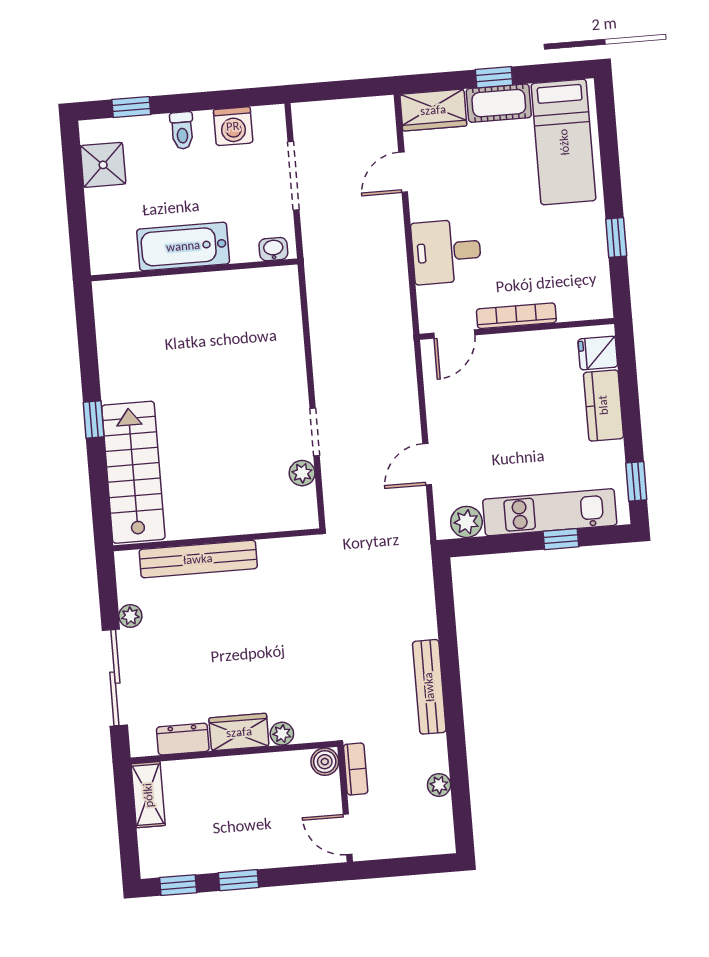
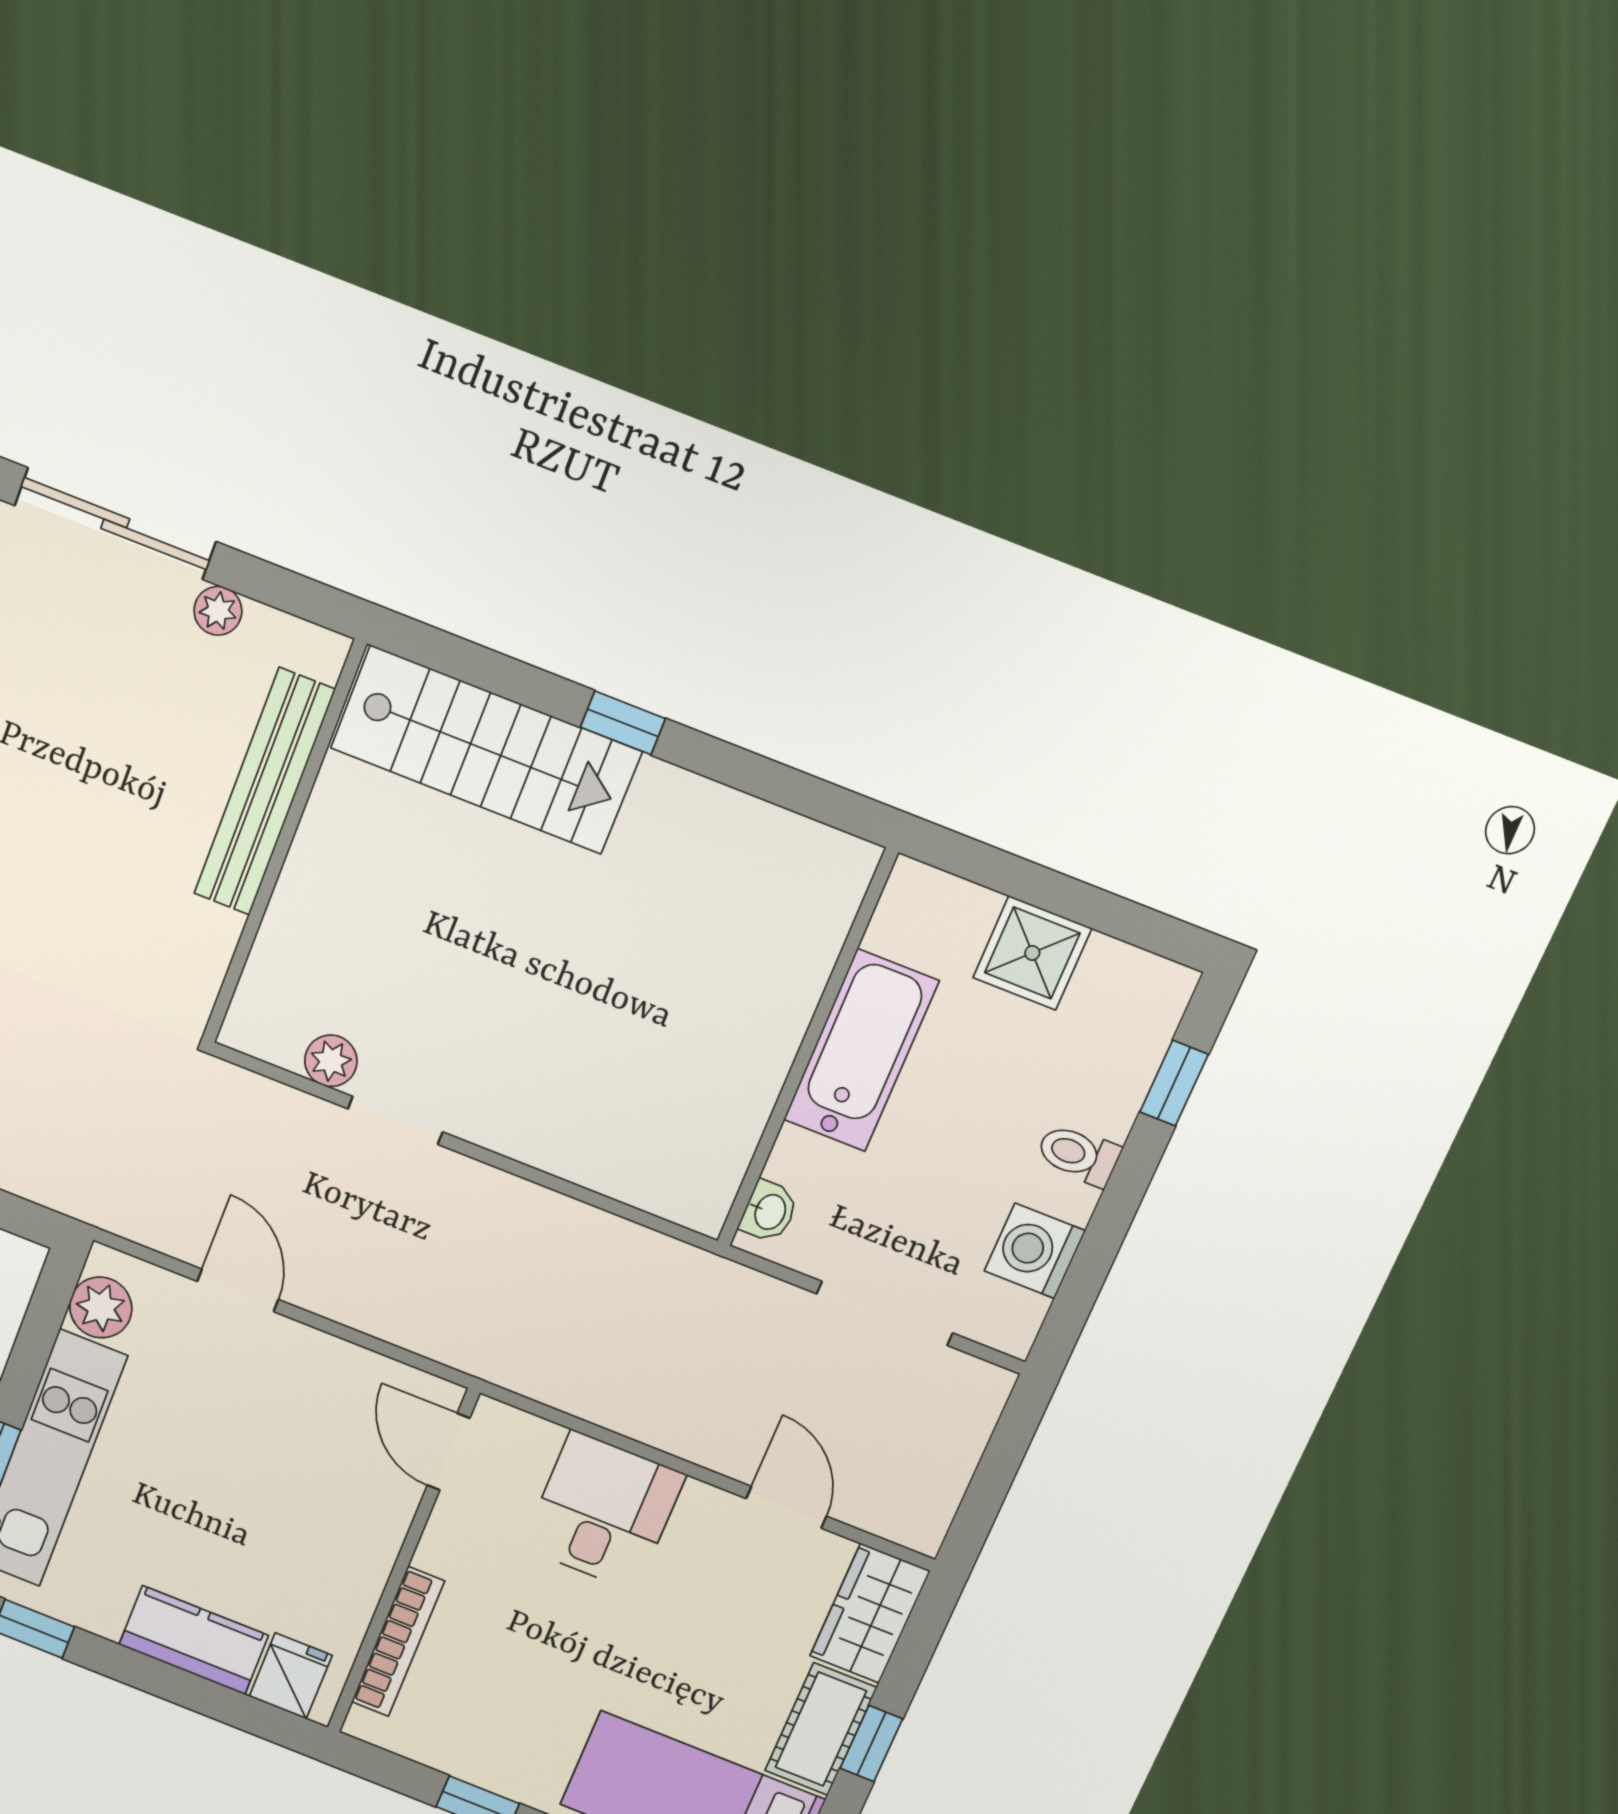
shower: (103, 165) -> (1032, 953), moved
bookcase: (516, 316) -> (398, 1642), moved

